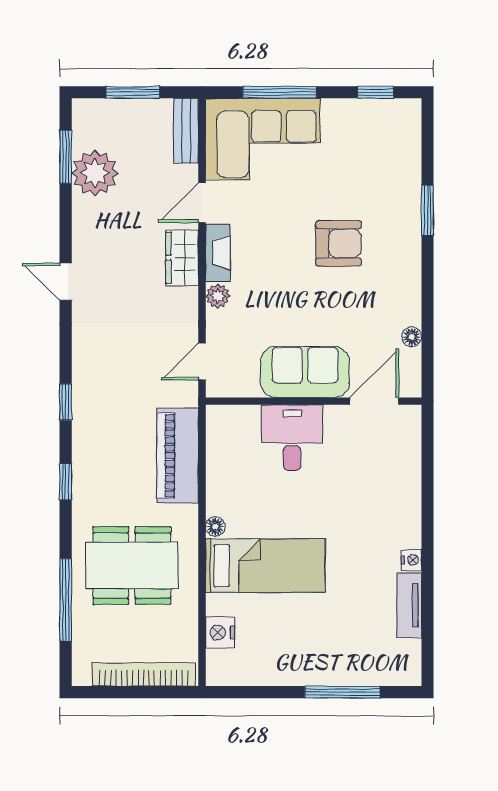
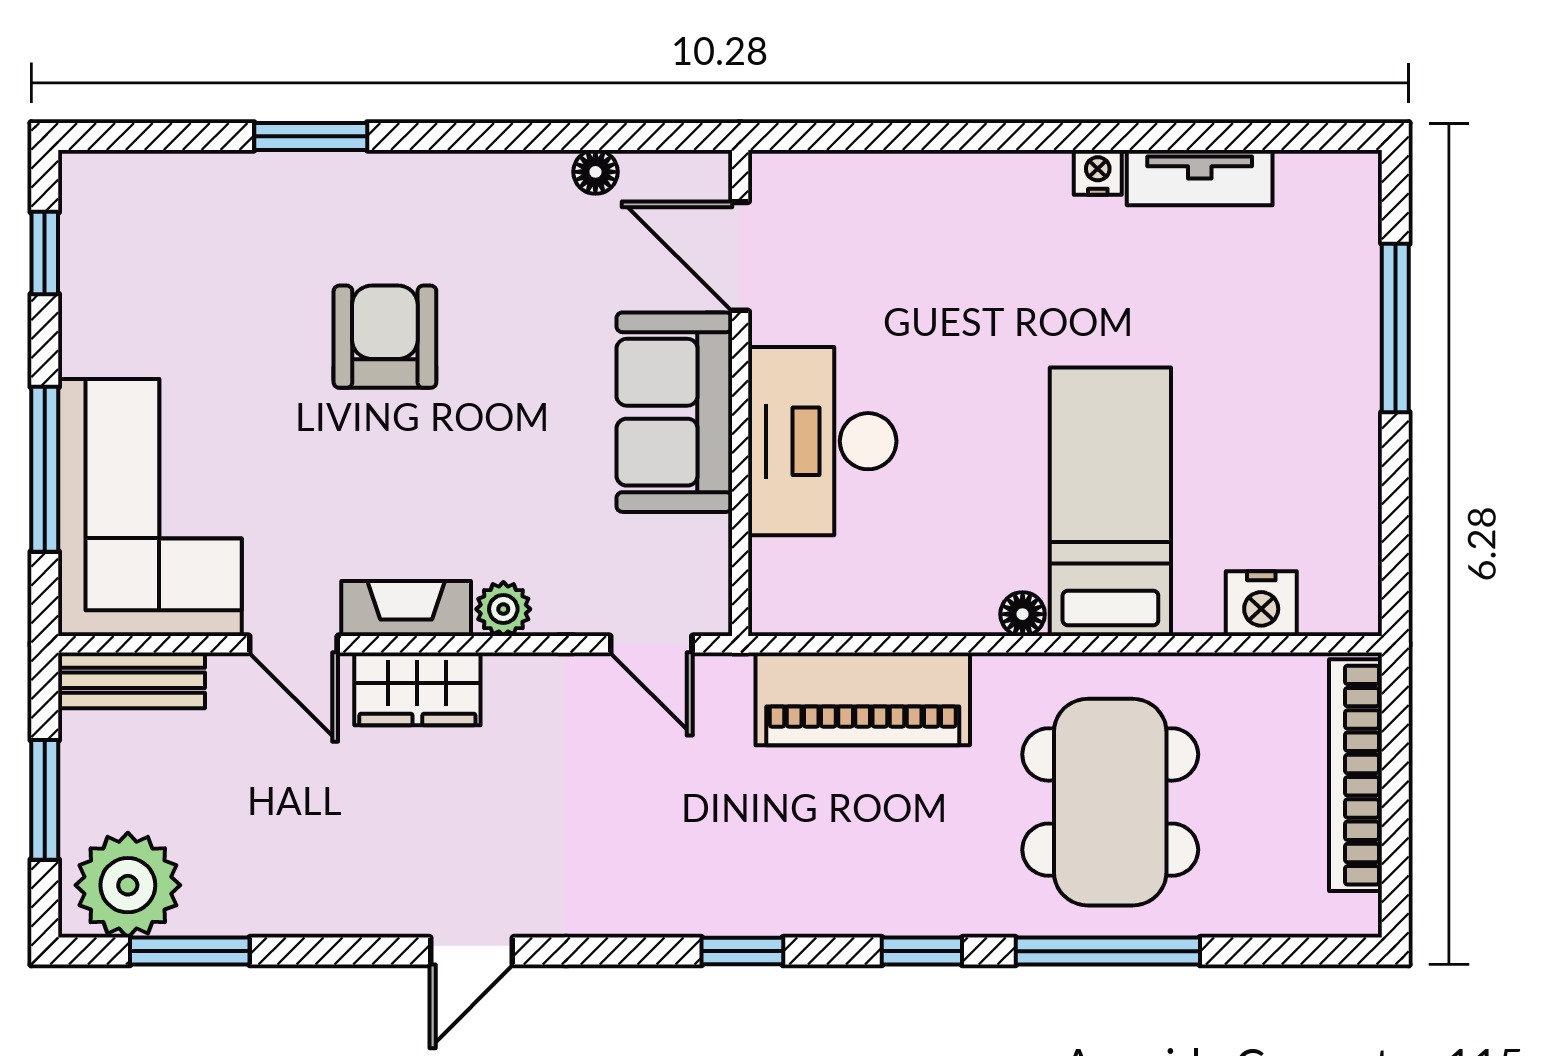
plant: (95, 173) -> (128, 885), moved
desk: (292, 438) -> (822, 441), width x1.37
window: (66, 600) -> (1108, 951), moved

